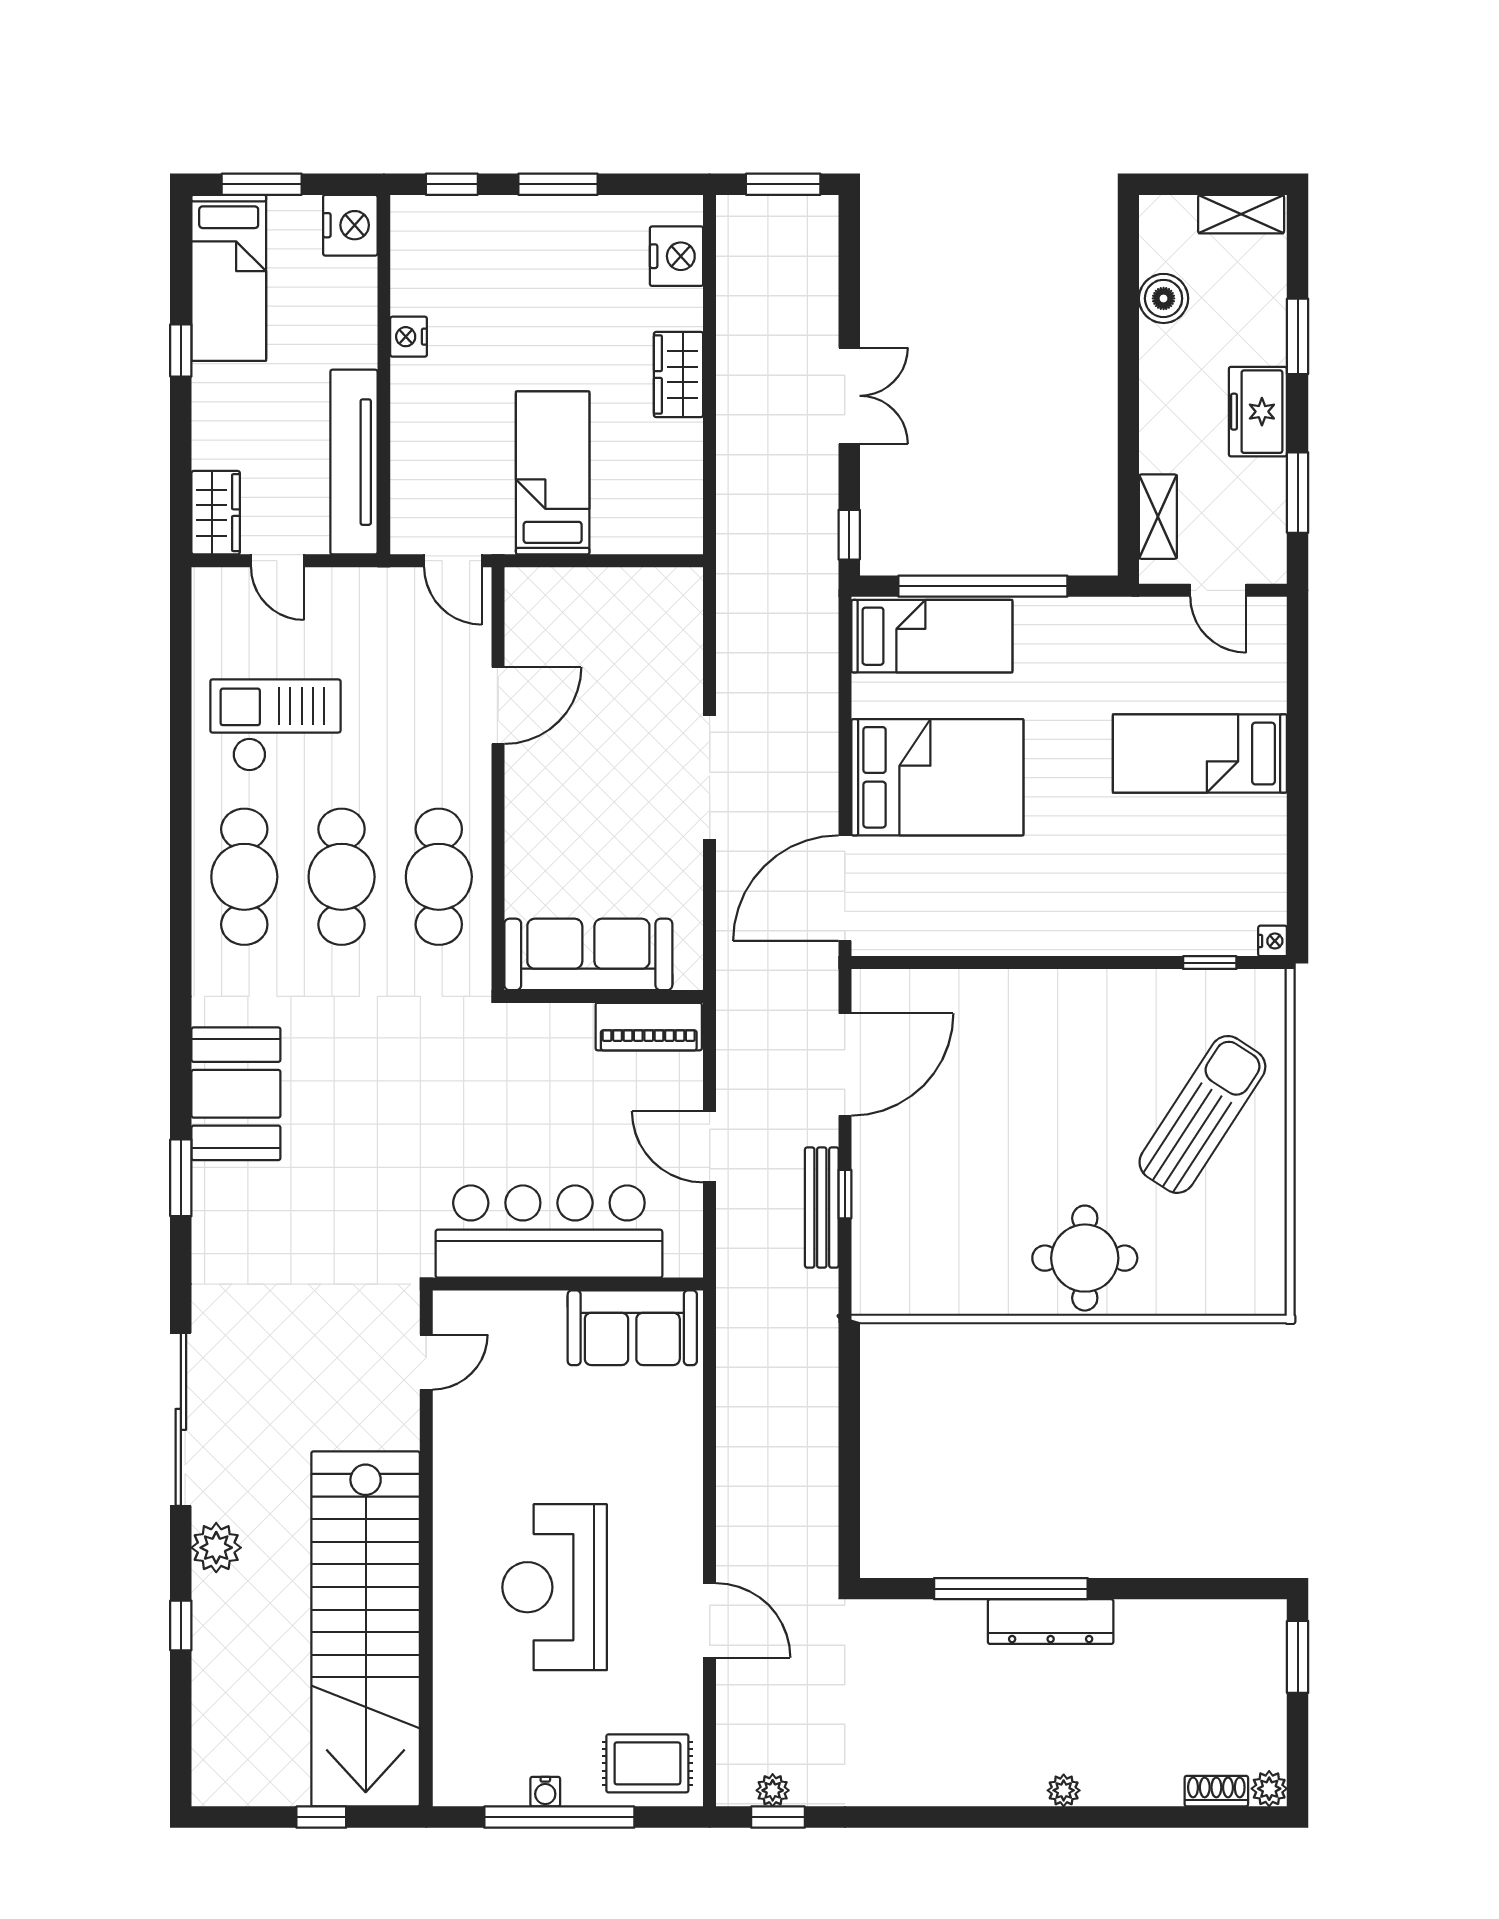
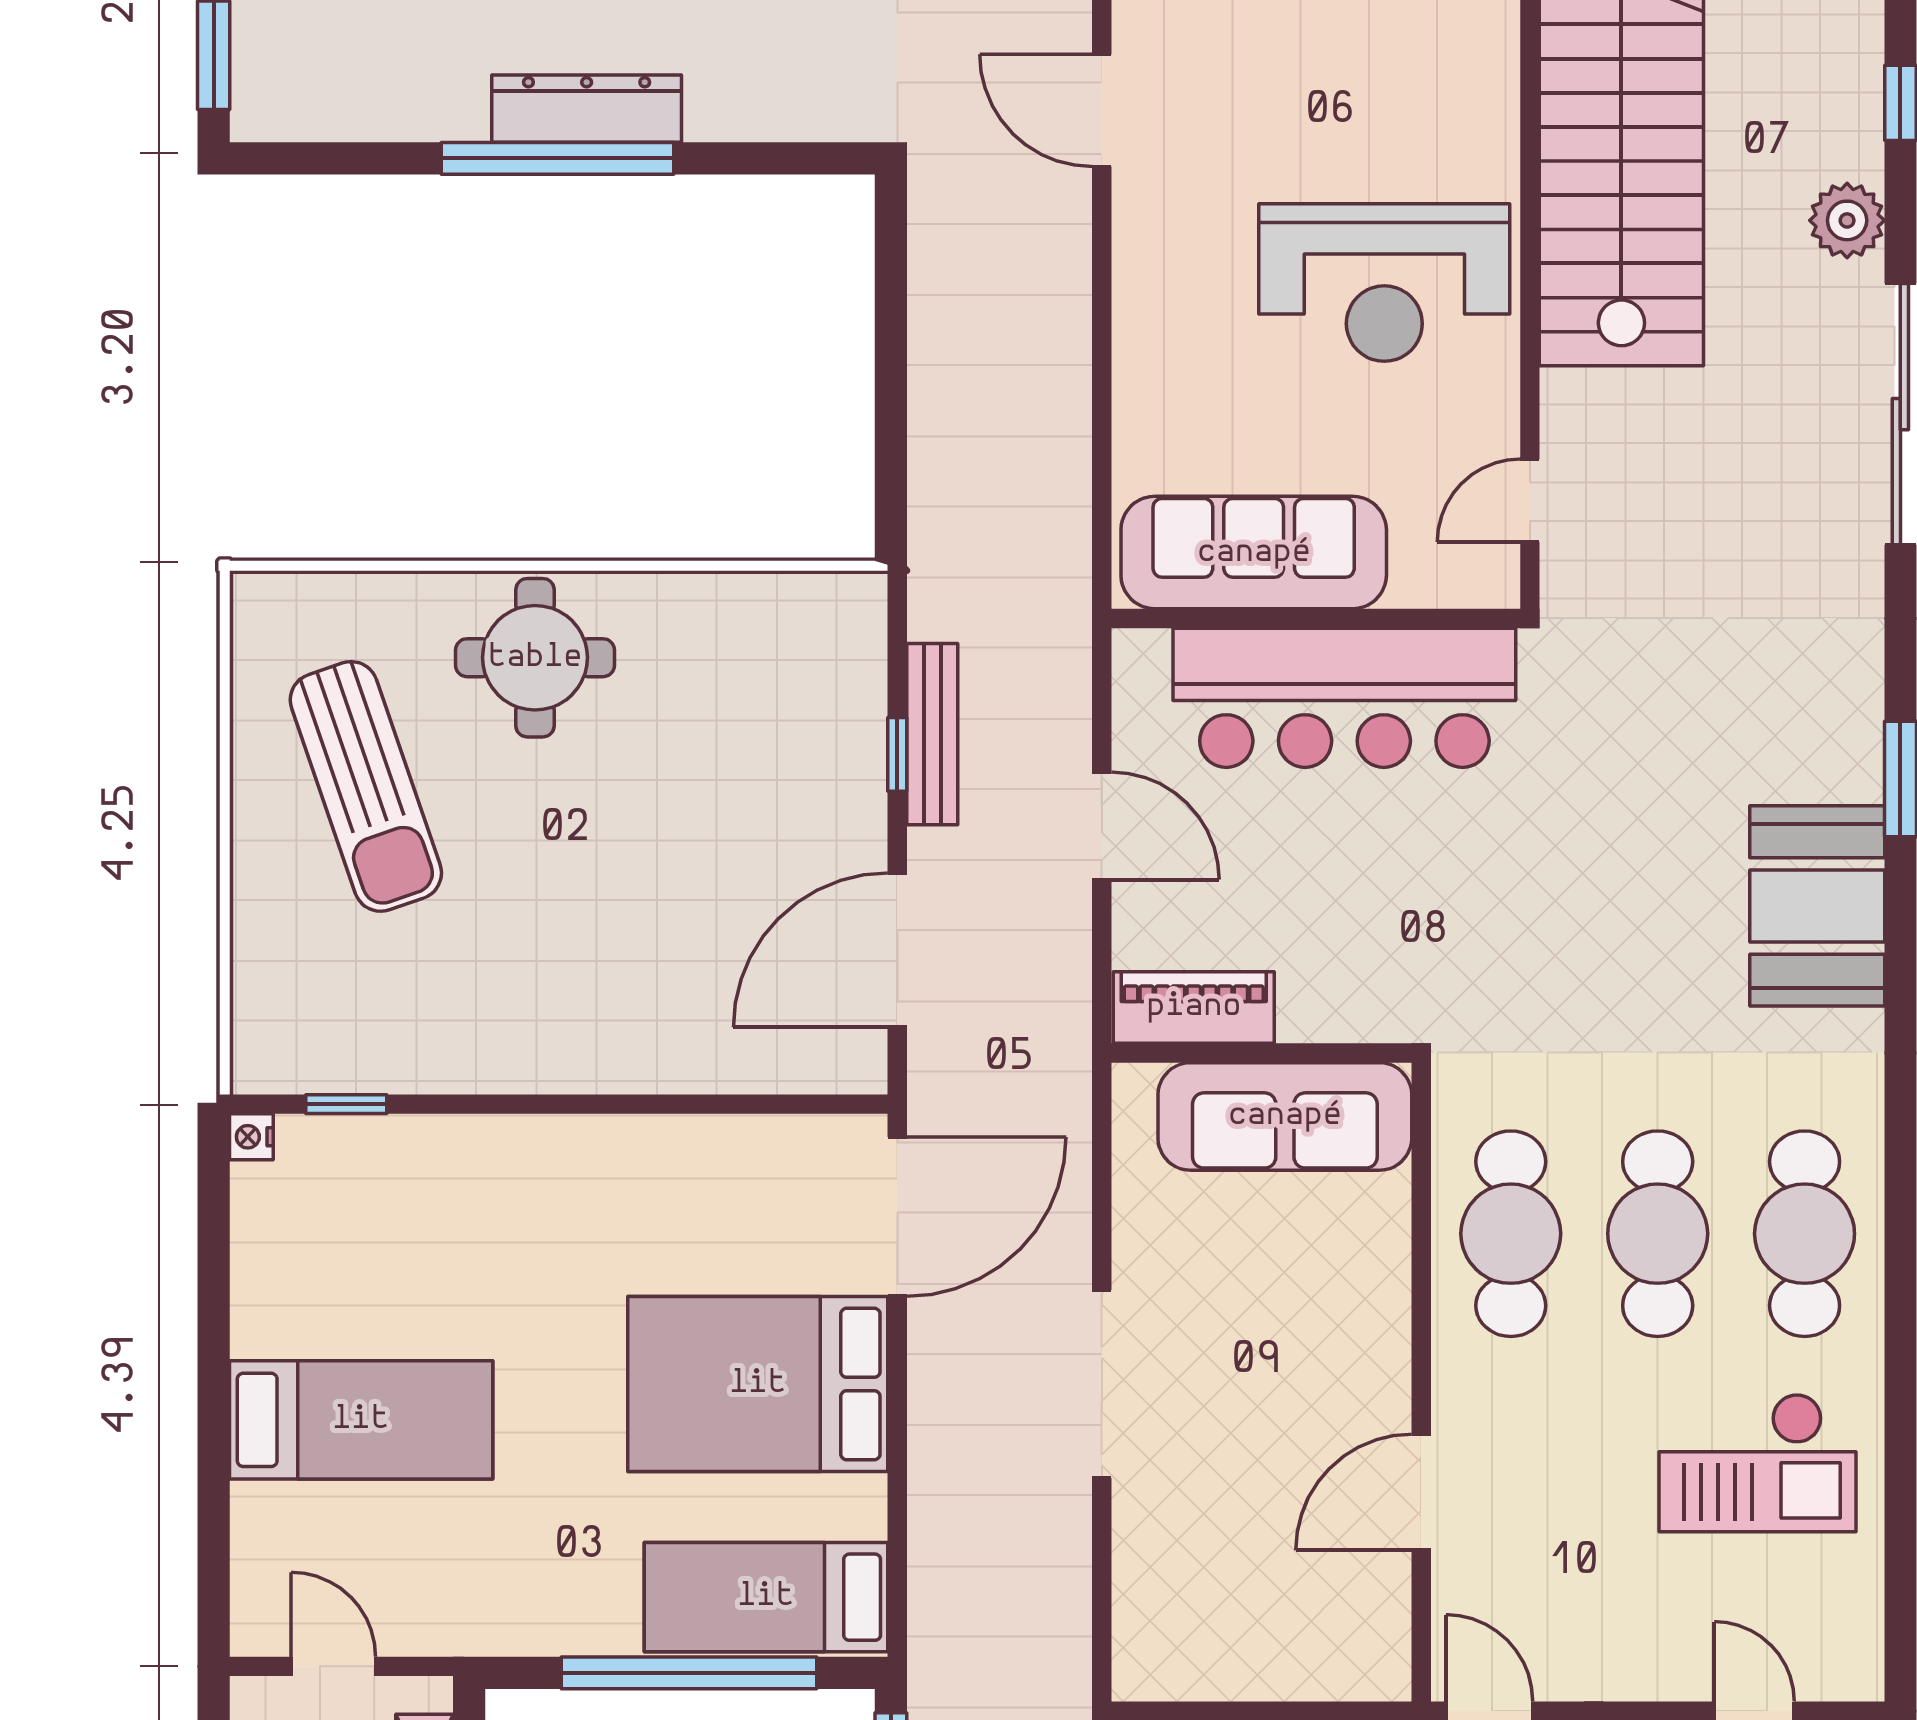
sun lounger: (1202, 1114) -> (366, 786), moved, turned -52
sofa: (632, 1328) -> (1254, 553), width x1.36
reception desk: (555, 1587) -> (1384, 283), moved, turned 90
window: (1011, 1589) -> (558, 158), moved

